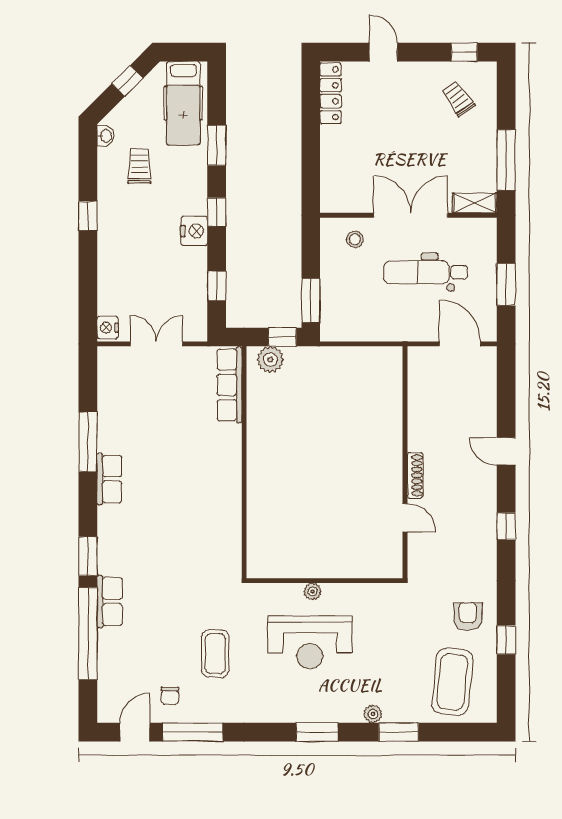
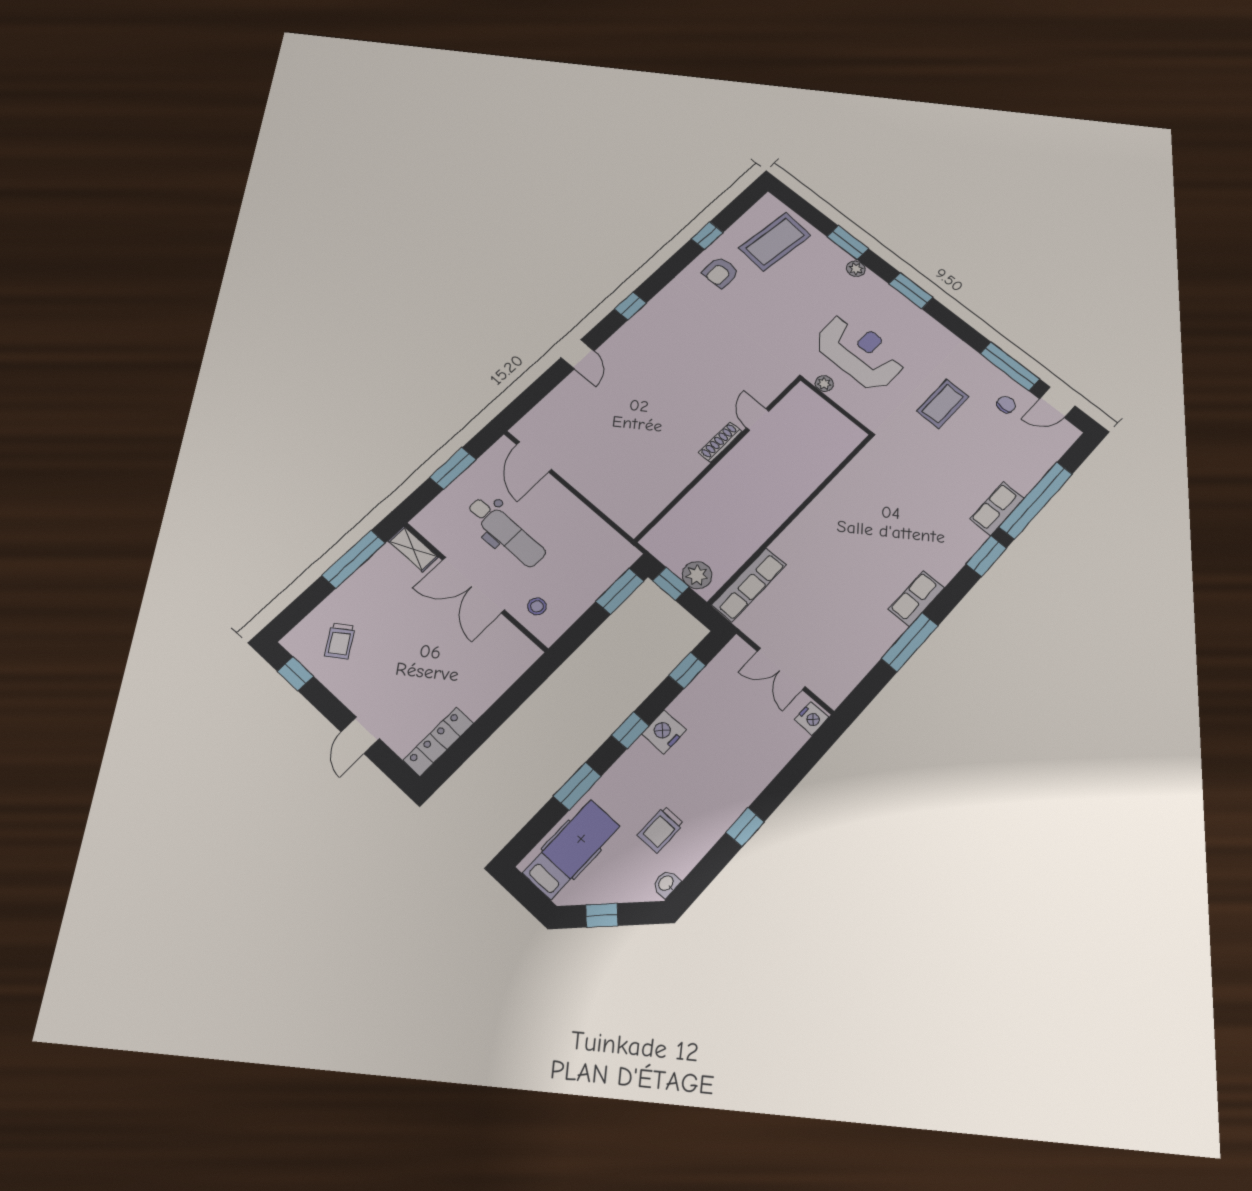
wall: (405, 462) -> (719, 458), moved
shoe rack: (415, 475) -> (720, 442), moved
door: (405, 518) -> (758, 420), moved

